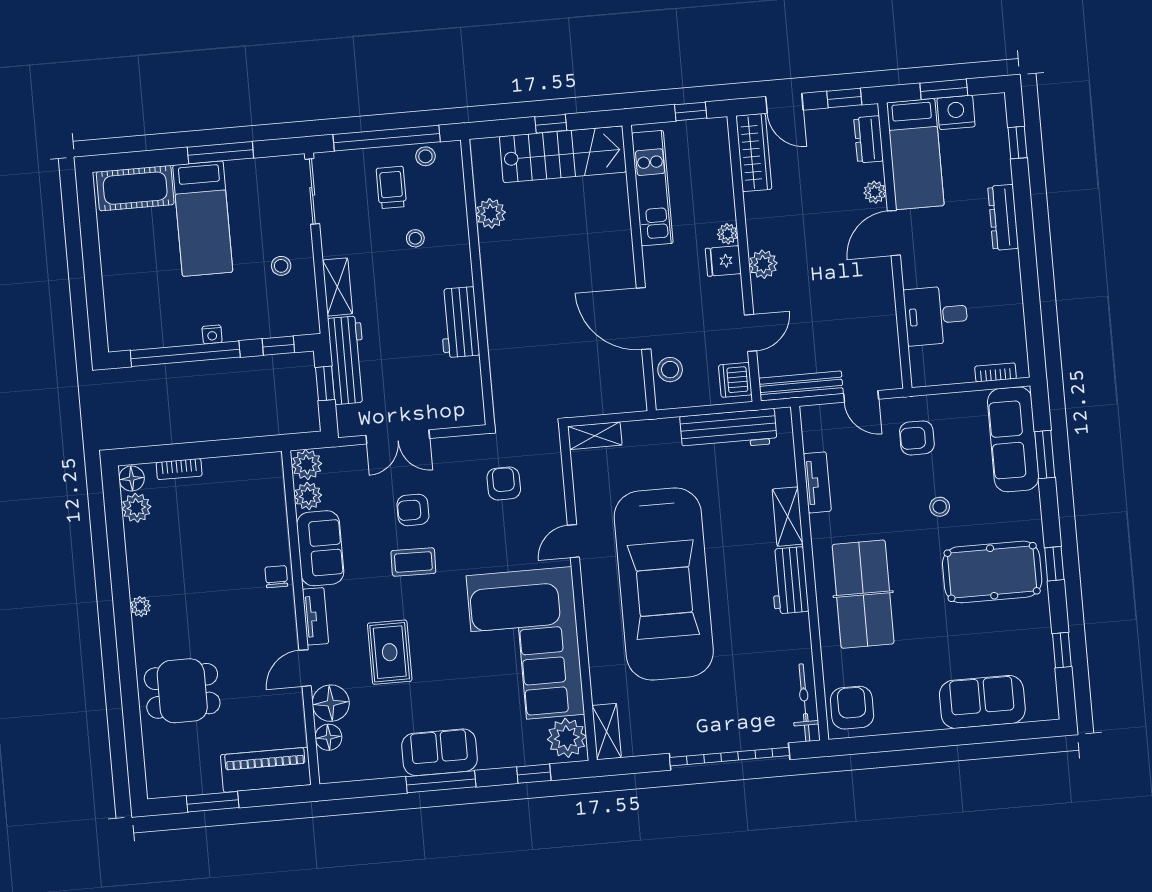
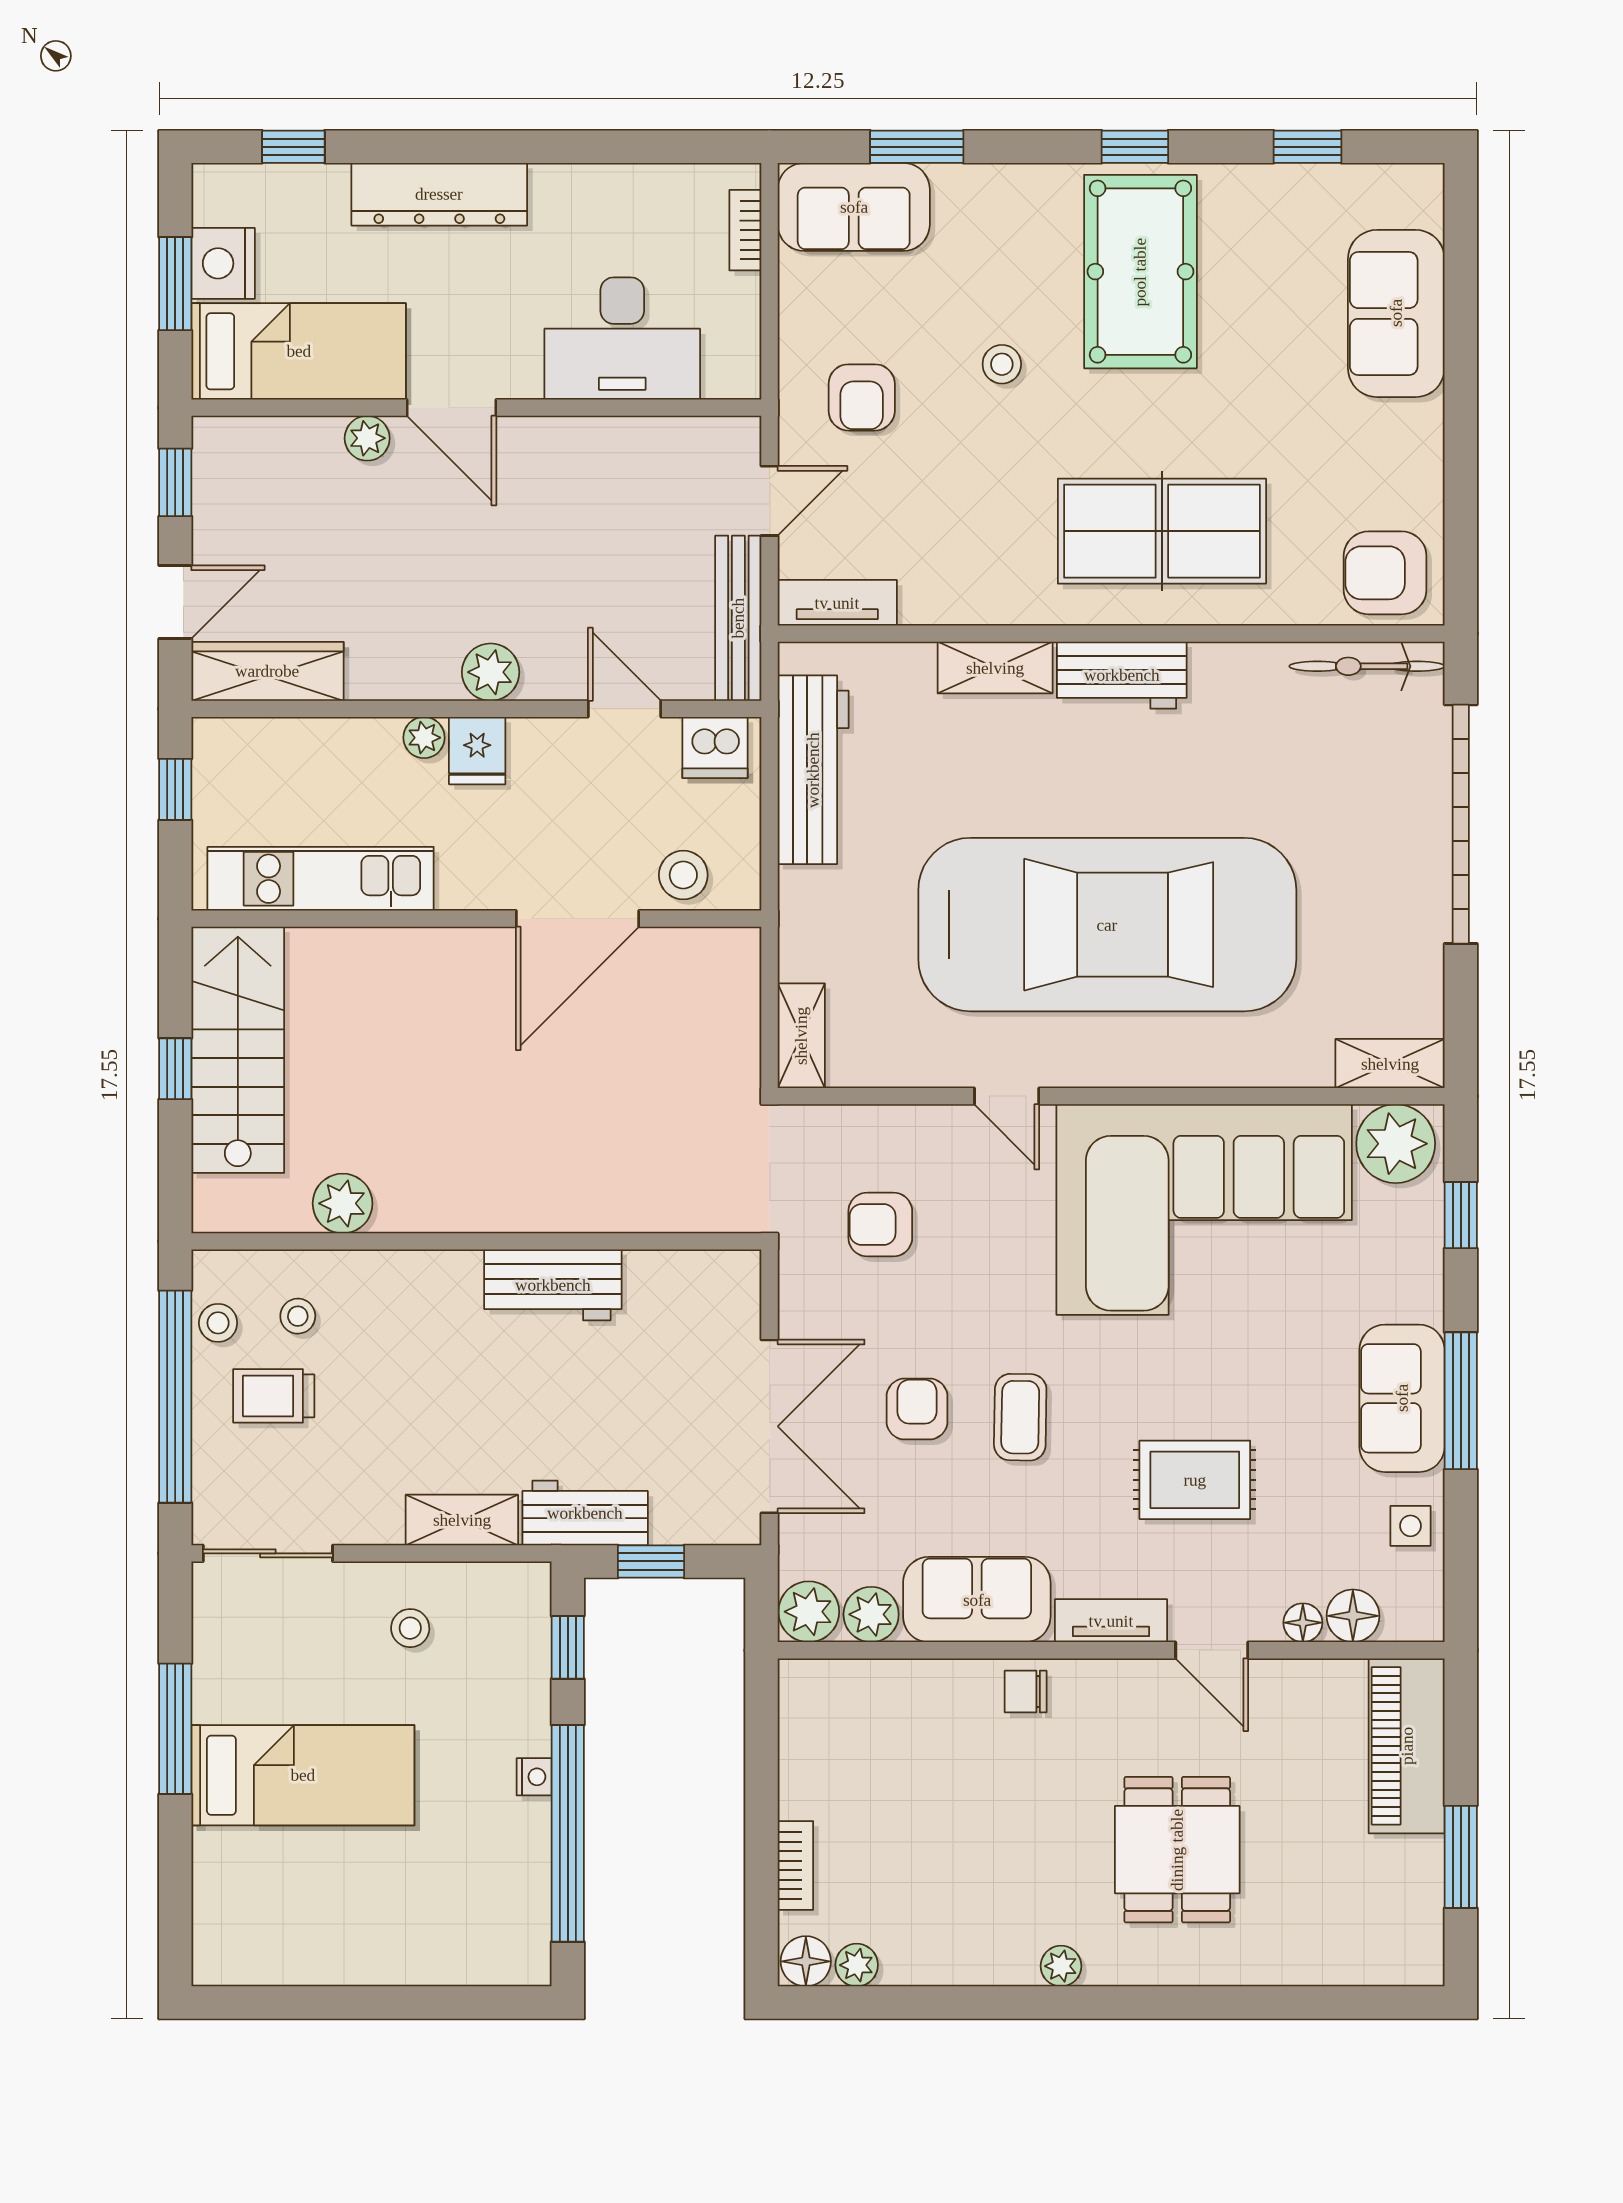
dresser: (869, 139) -> (261, 441), removed
cot: (135, 188) -> (231, 1904), removed
dresser: (1003, 217) -> (439, 194), width x1.37, depth x1.24
stool: (415, 238) -> (298, 1316), moved
desk: (936, 316) -> (622, 338), width x1.37
workbench: (347, 360) -> (585, 1513), width x0.73
double door: (398, 437) -> (770, 1426), width x1.37
sofa: (1013, 439) -> (854, 207), width x0.73
tv unit: (817, 482) -> (837, 603), moved
plant: (136, 508) -> (857, 1965), width x0.73, depth x0.73
armchair: (413, 510) -> (917, 1409), turned 180
dining table: (182, 691) -> (1177, 1850), moved
floor lamp: (331, 703) -> (1303, 1623), width x0.53, depth x0.53
side table: (376, 762) -> (1410, 1526), added

